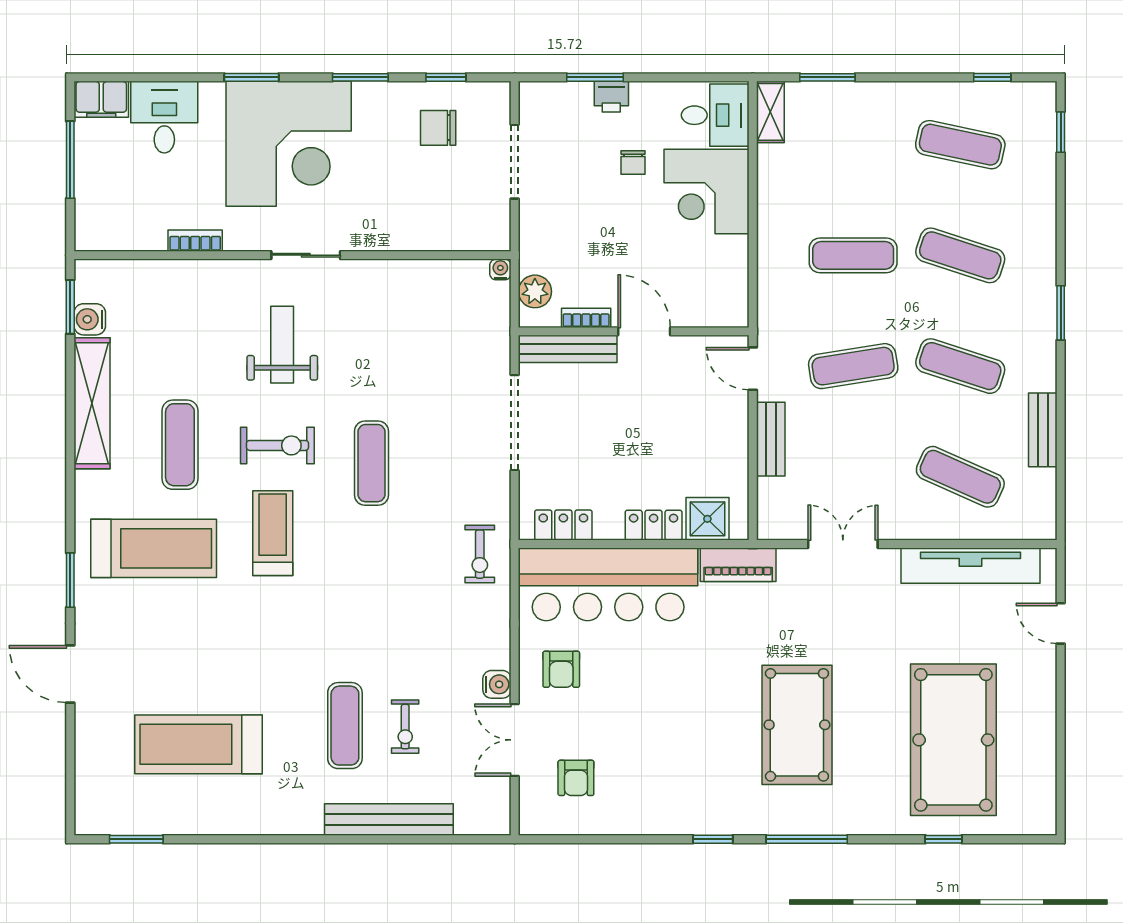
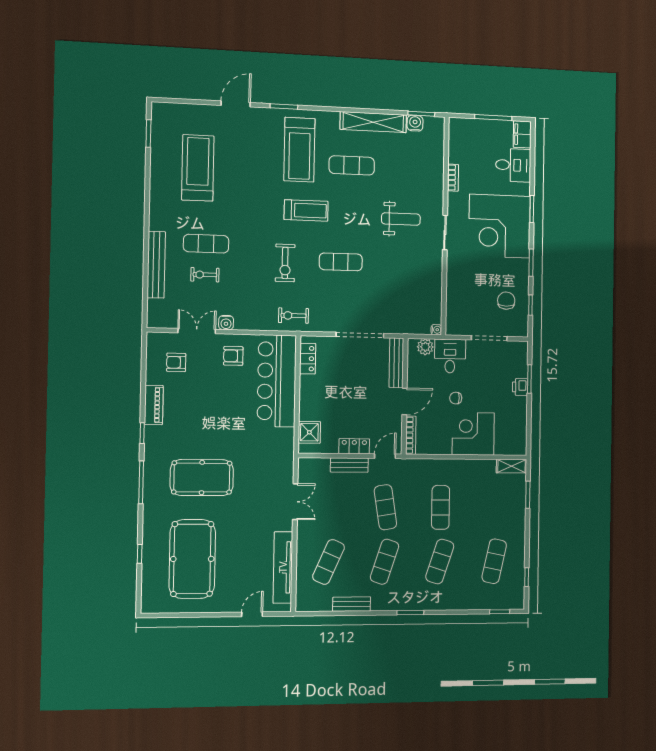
desk: (715, 115) -> (450, 356), moved, turned 180
chair: (633, 163) -> (456, 398), moved
bookcase: (586, 318) -> (411, 435), moved, width x1.56
exercise bike: (277, 445) -> (285, 263), moved
locker: (654, 525) -> (354, 446), moved, turned -90
piano: (738, 565) -> (154, 405), moved, turned 180
pool table: (953, 740) -> (192, 559), turned 90

